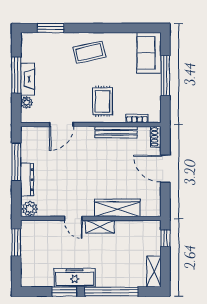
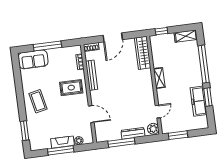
wardrobe: (117, 208) -> (143, 53), moved
door: (73, 218) -> (158, 112), moved
freezer: (75, 278) -> (199, 101), moved

